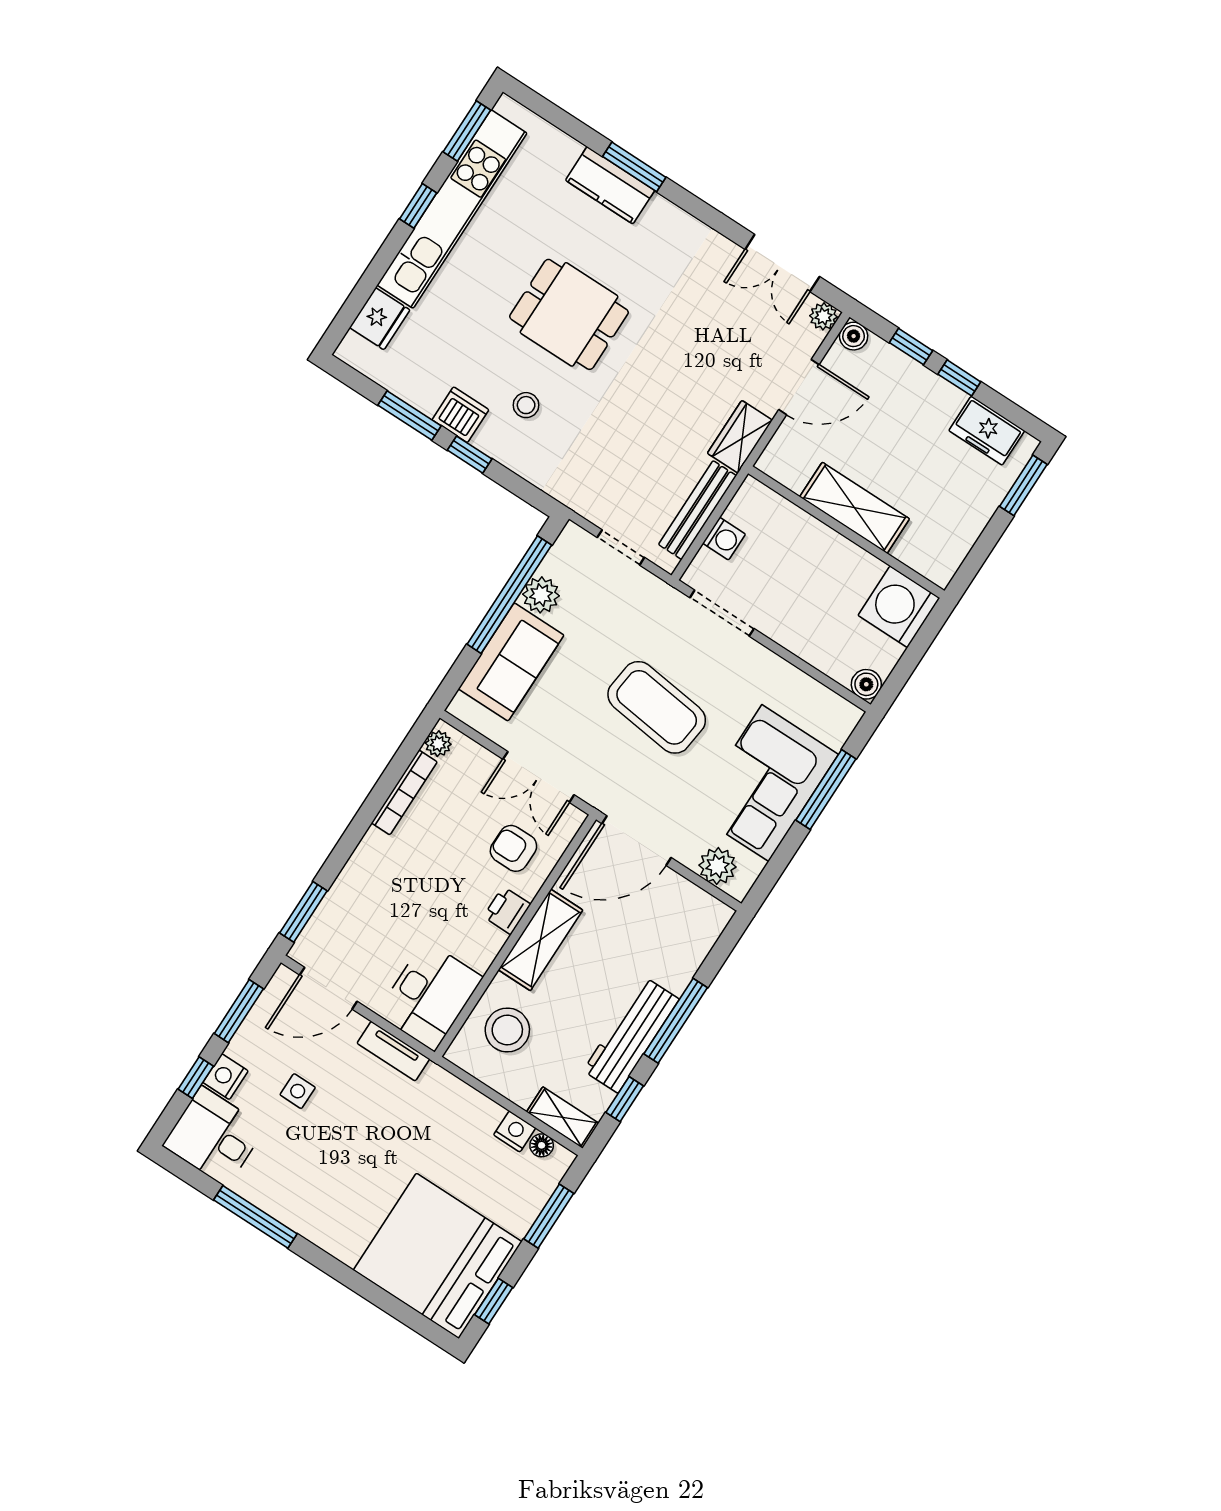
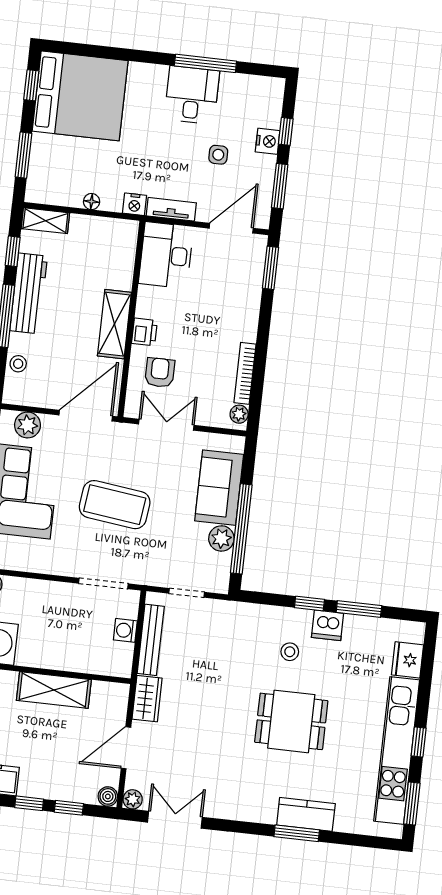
armchair: (513, 848) -> (160, 373), turned -90
stool: (507, 1030) -> (18, 364), moved, width x0.53, depth x0.53
nightstand: (515, 1131) -> (134, 204), moved
desk: (214, 1136) -> (192, 95), moved, turned -90
floor lamp: (542, 1145) -> (92, 202), moved

